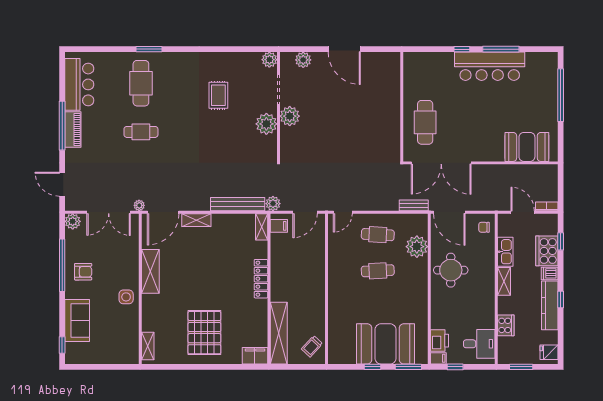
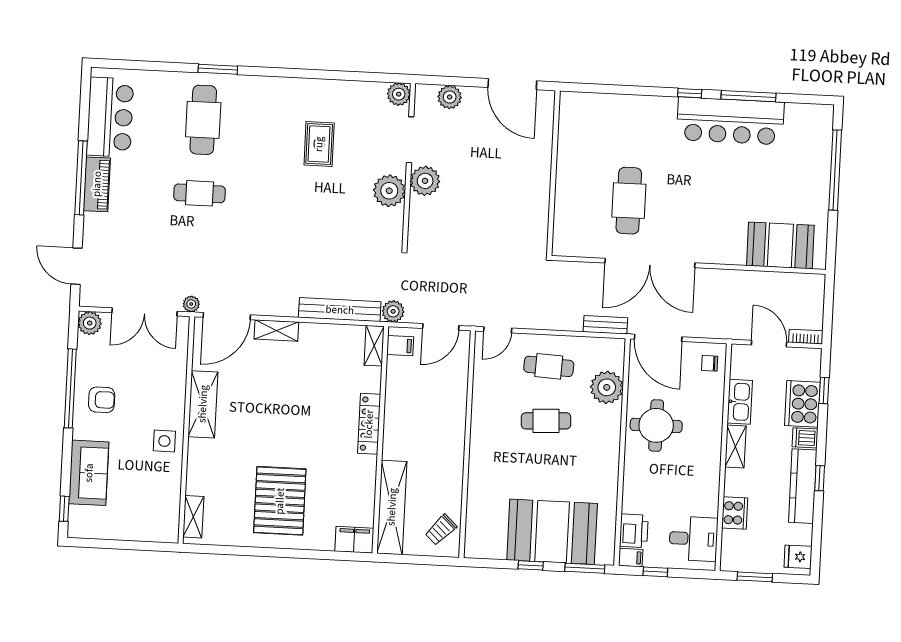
wall: (402, 107) -> (553, 173), moved

